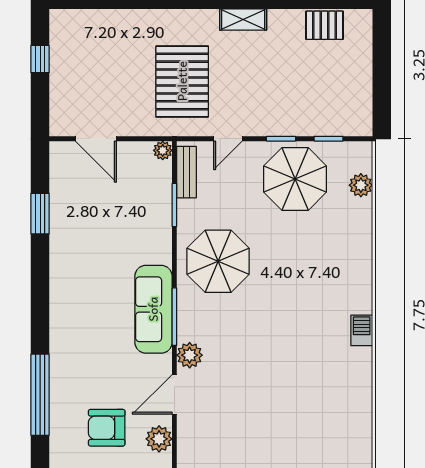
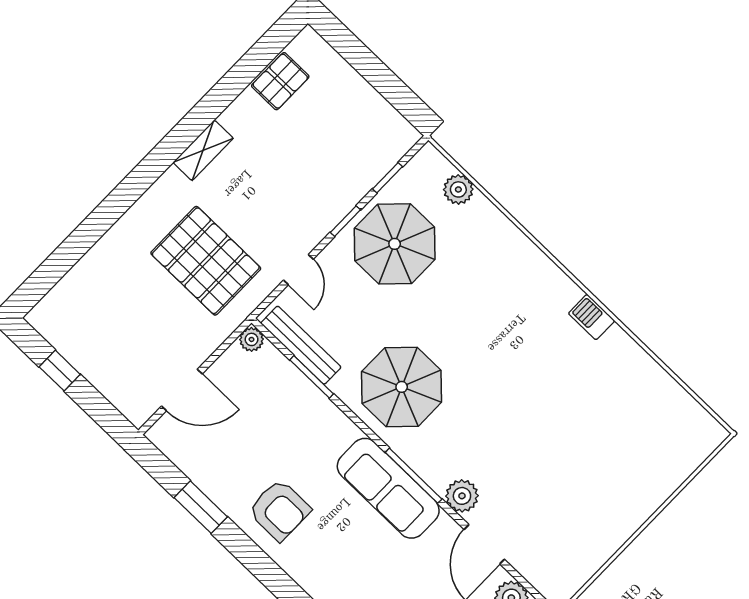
bench: (187, 172) -> (301, 345), width x1.36
armchair: (81, 260) -> (279, 510), added

